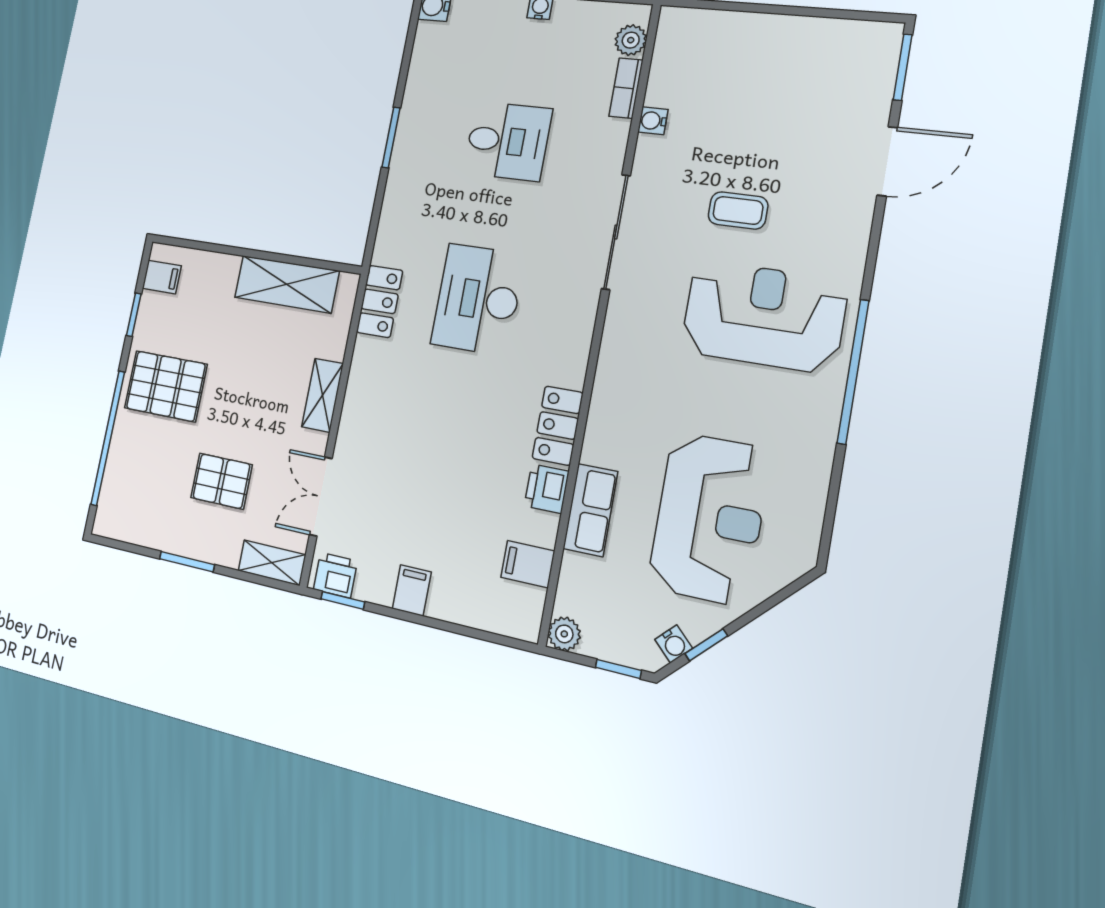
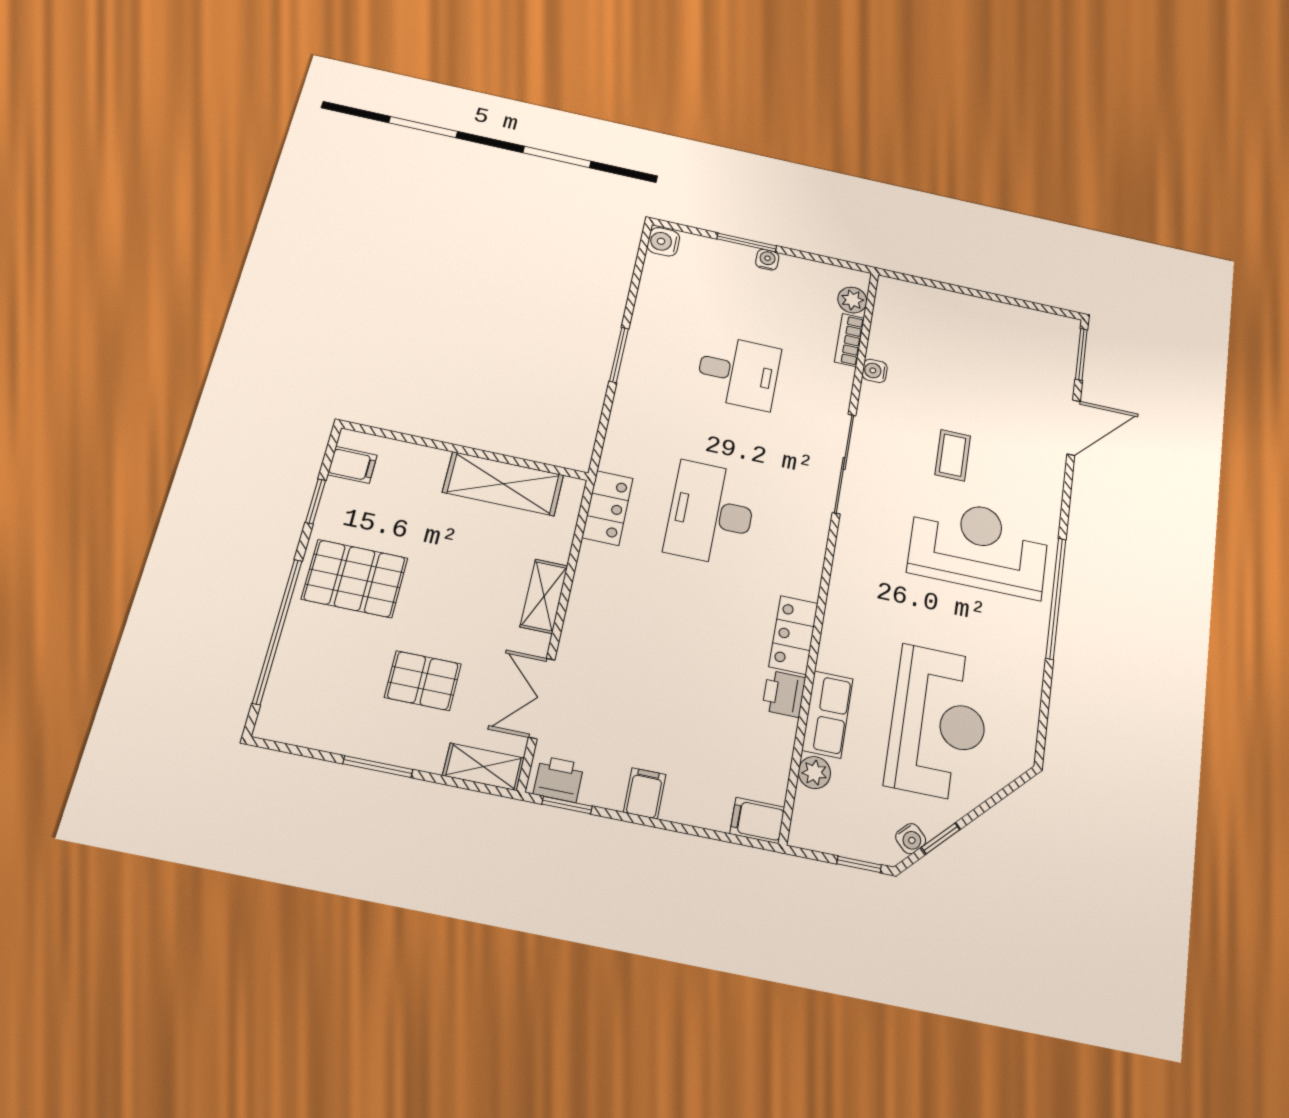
coffee table: (738, 210) -> (953, 455), turned 90
filing cabinet: (528, 564) -> (757, 821), moved
plant: (564, 634) -> (814, 773), moved

